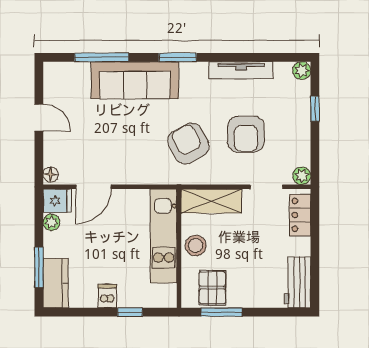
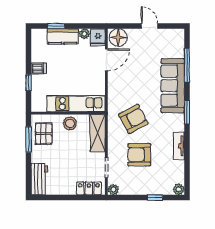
tv unit: (241, 70) -> (179, 146), width x0.71
door: (39, 118) -> (149, 26), swing flipped
floor lamp: (51, 175) -> (118, 37), width x1.89, depth x1.89
door: (93, 187) -> (106, 60), swing flipped
window: (39, 267) -> (56, 26), width x0.67
workbench: (297, 282) -> (39, 179), moved, turned 90
kitchen counter: (56, 283) -> (63, 36), moved
pallet: (212, 288) -> (44, 134), turned 90

